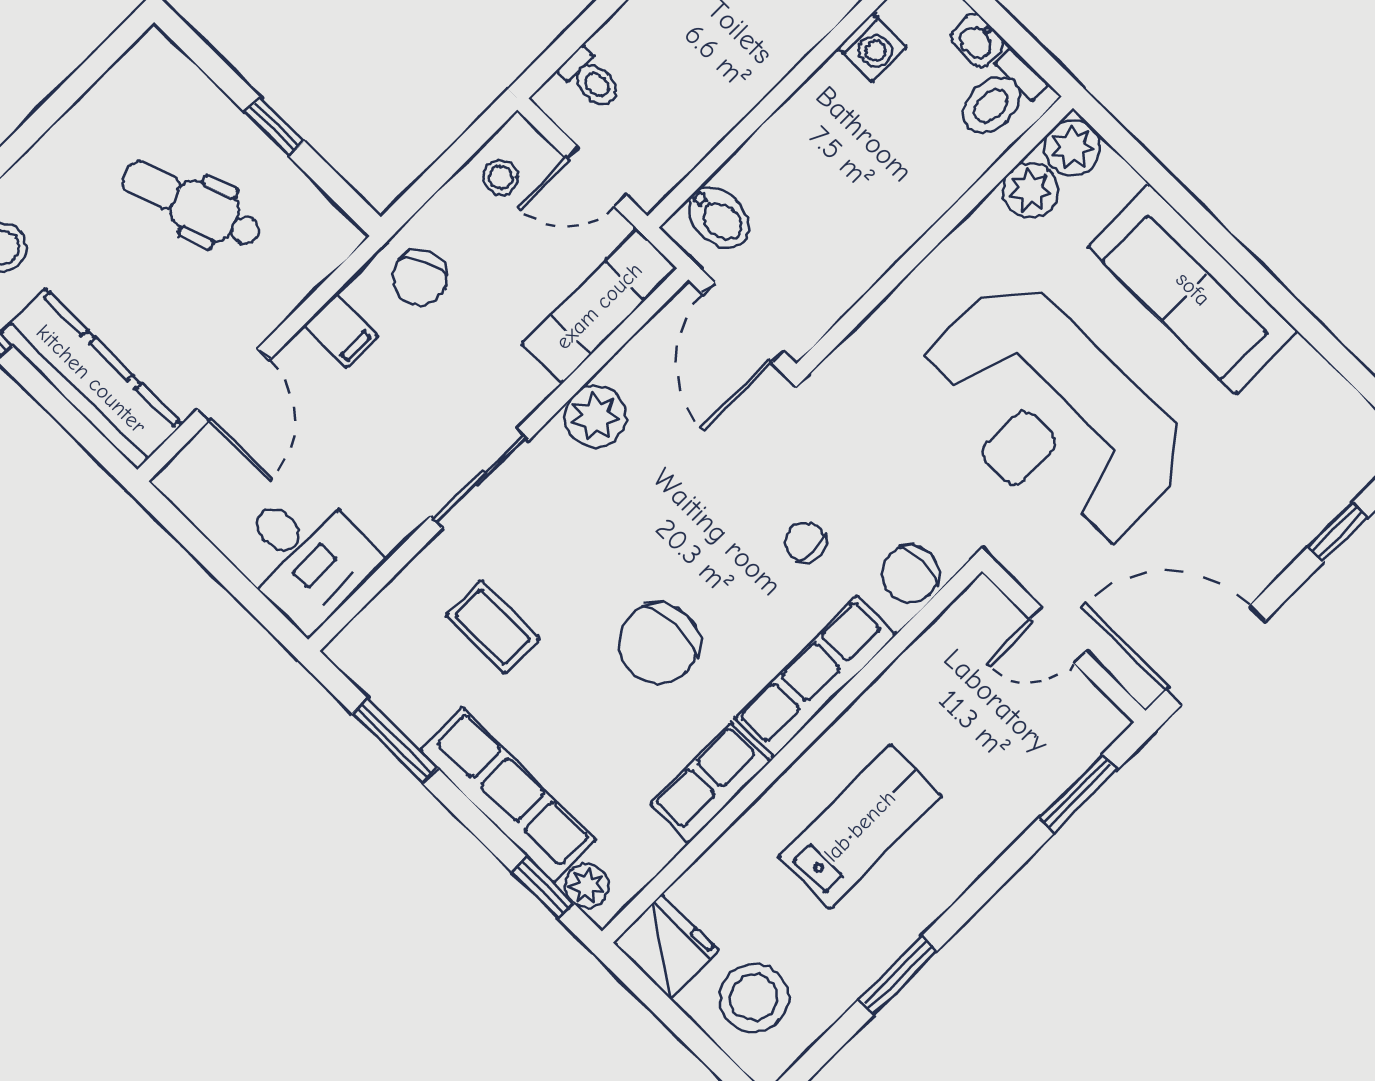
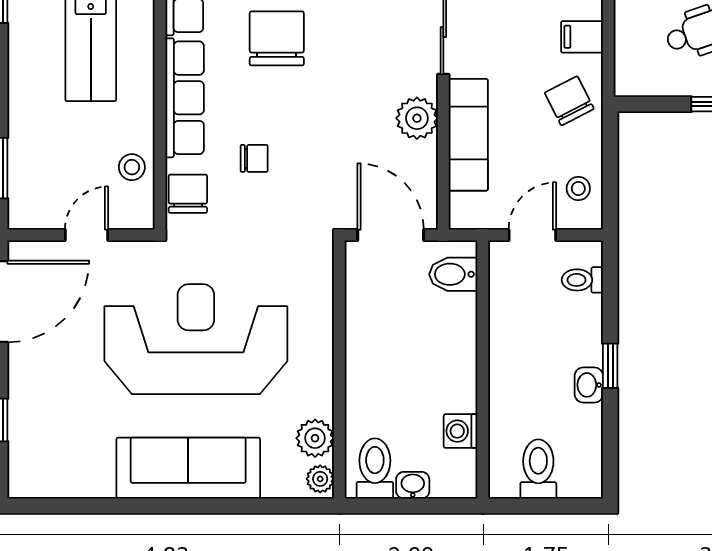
plant: (1072, 148) -> (320, 479), width x0.73, depth x0.73
exam couch: (599, 306) -> (468, 135), moved
stool: (941, 659) -> (132, 167), added

